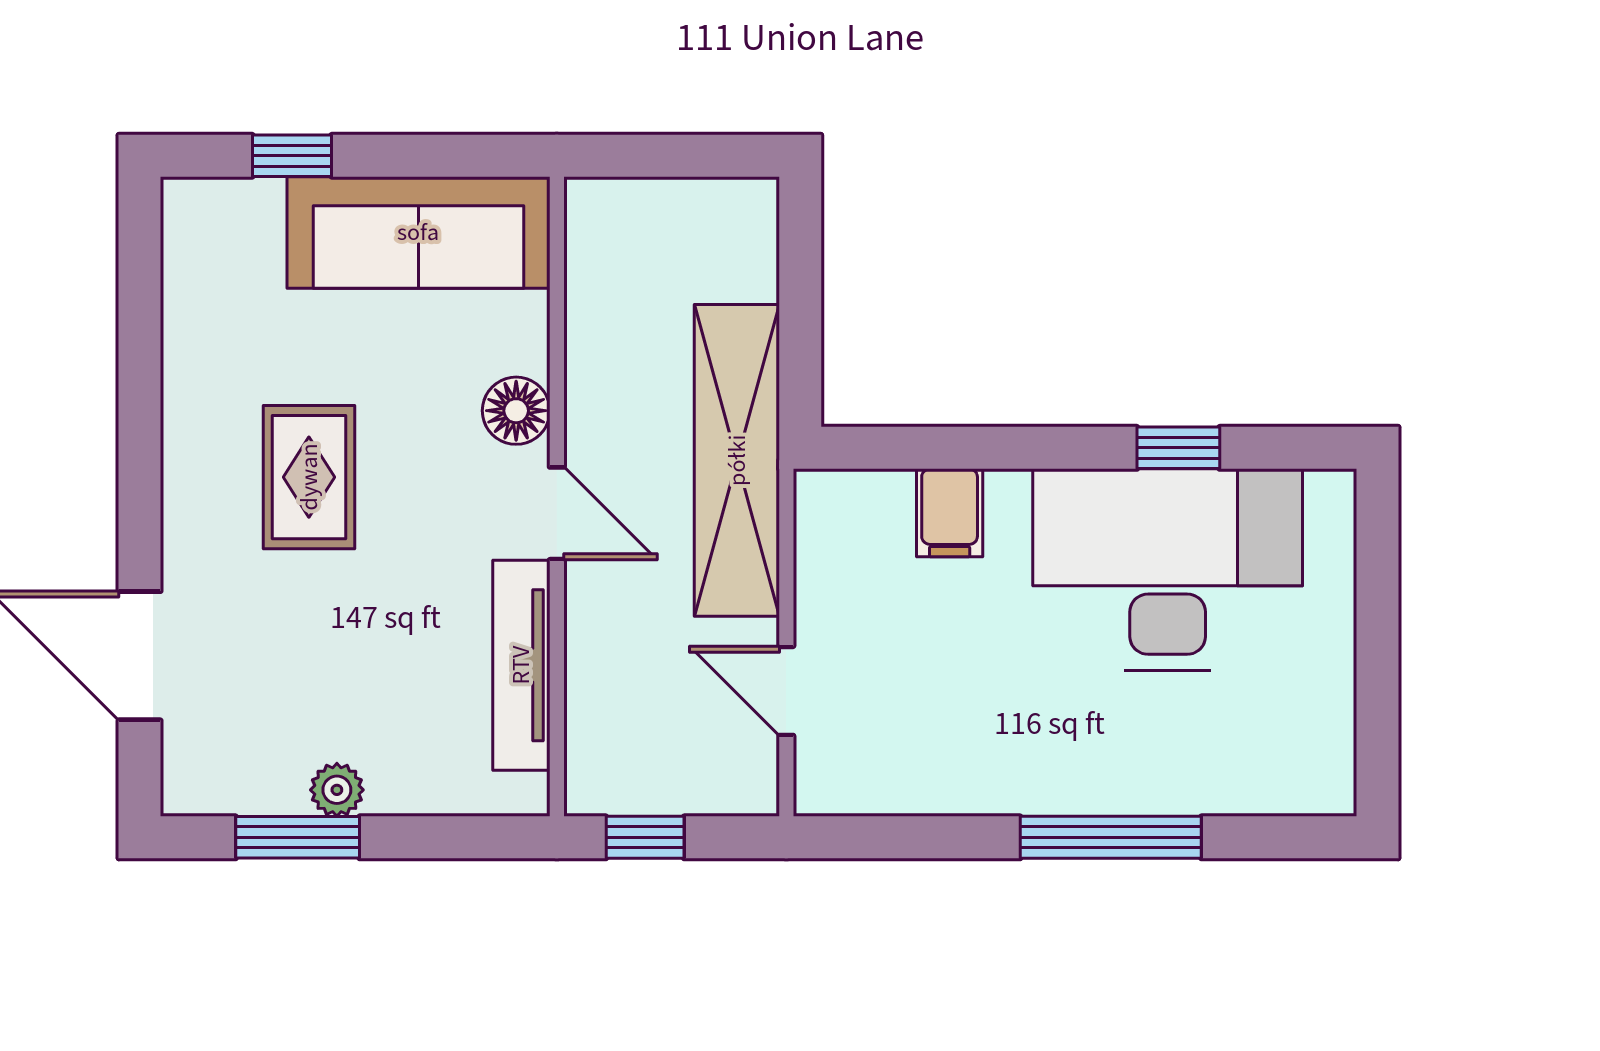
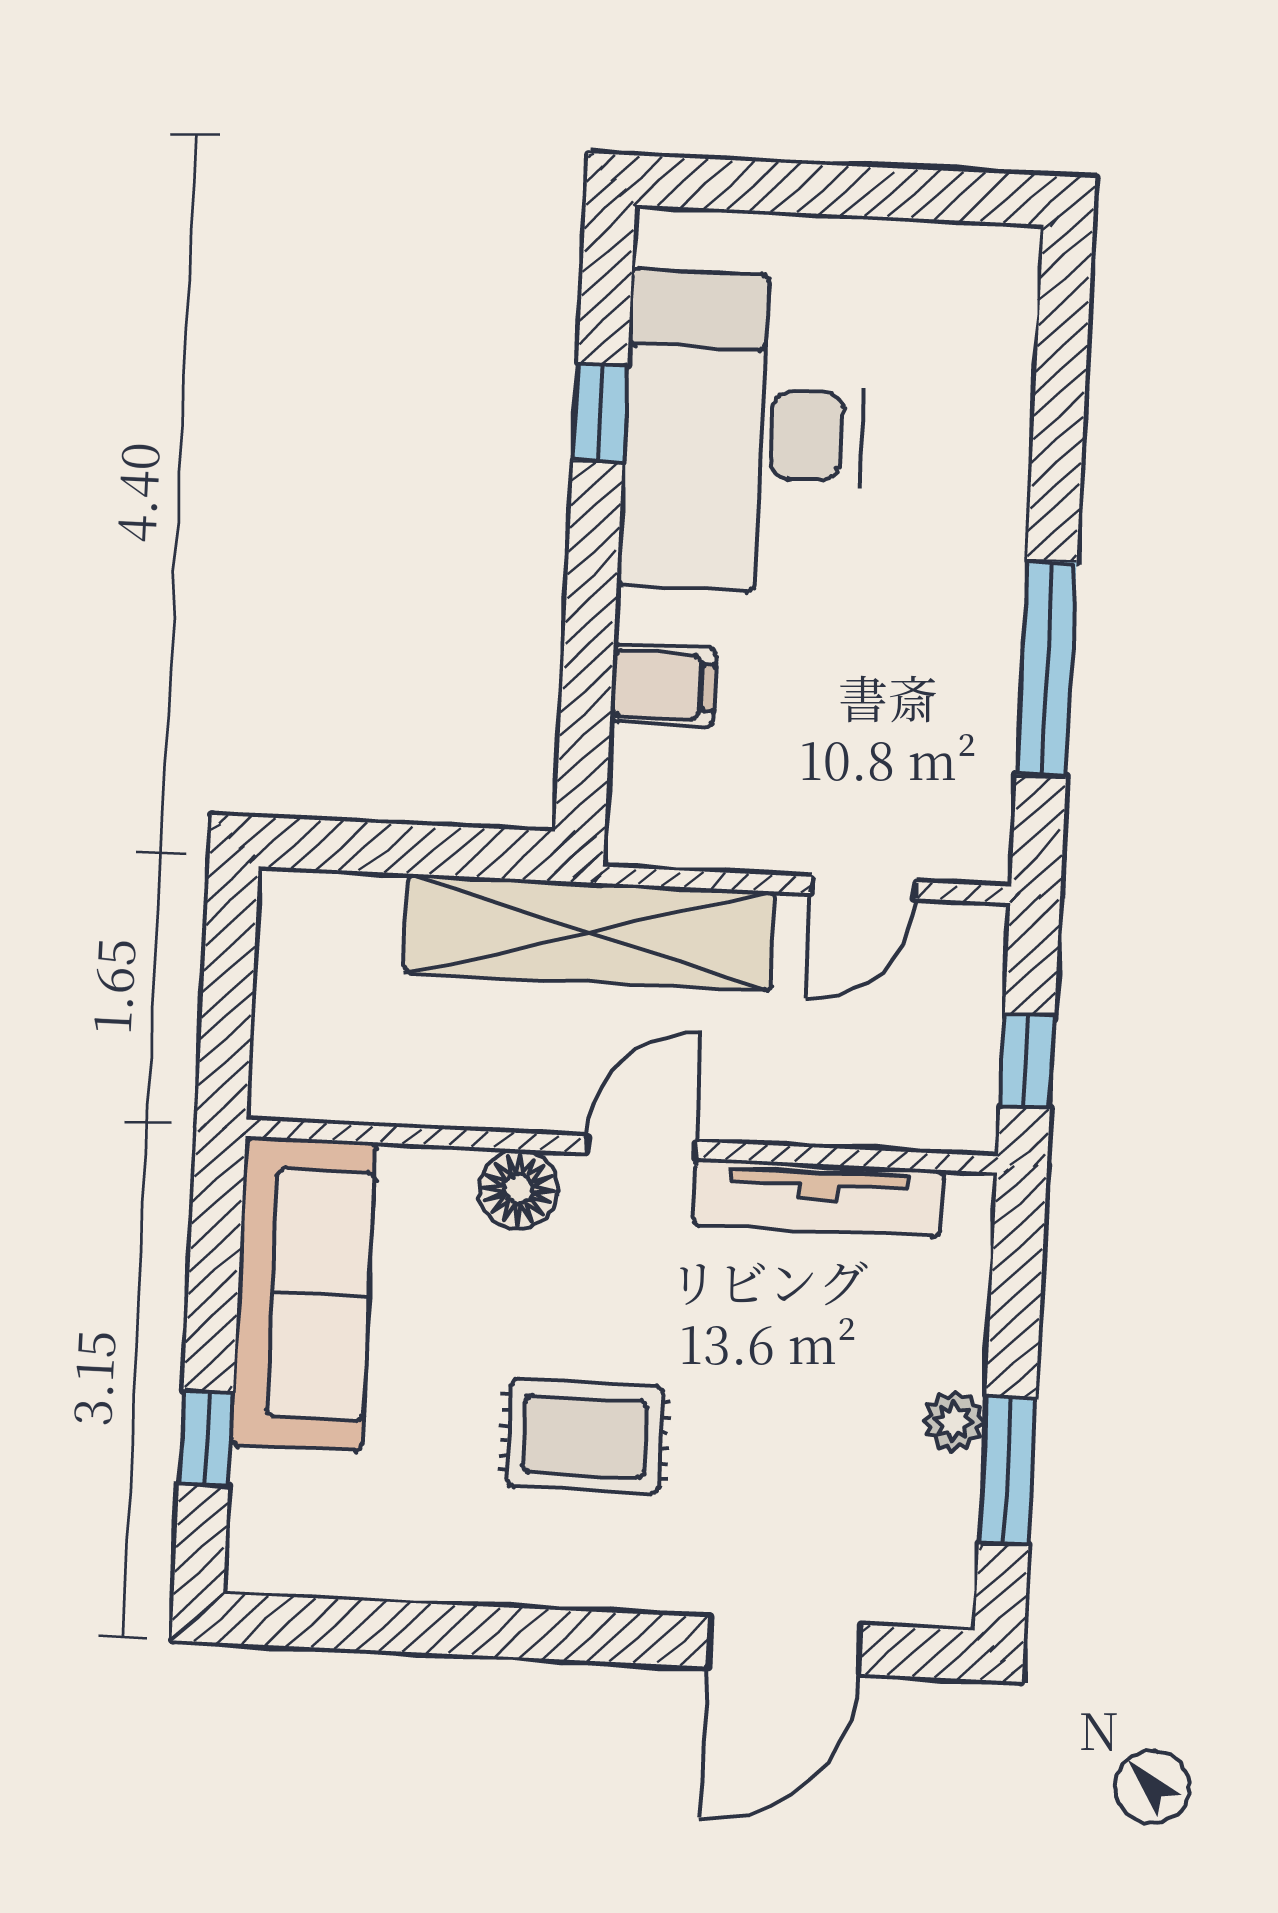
window: (1111, 837) -> (1047, 668), moved

